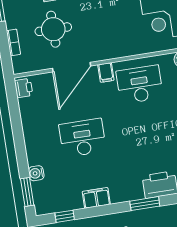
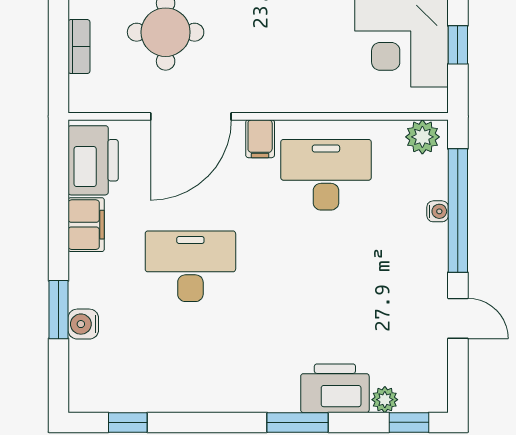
printer: (24, 88) -> (93, 160), width x1.87, depth x1.48
window: (27, 192) -> (59, 310), moved
filing cabinet: (96, 198) -> (86, 225), moved, turned 90

